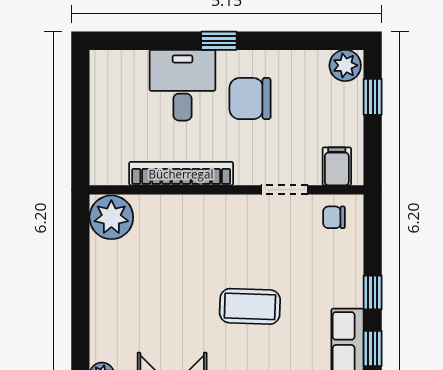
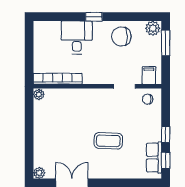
window: (373, 97) -> (166, 43), width x1.50
chair: (250, 99) -> (121, 36), moved
bookcase: (181, 174) -> (58, 79), moved
plant: (111, 217) -> (39, 94), width x0.53, depth x0.53

